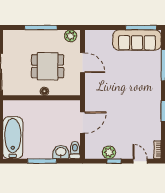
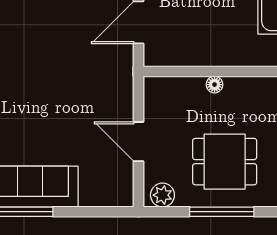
dining table: (48, 66) -> (225, 162), moved

